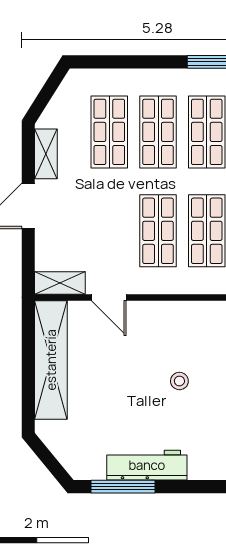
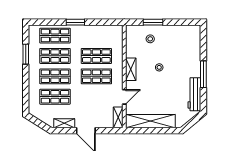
shelving: (175, 313) -> (131, 69), added
workbench: (147, 465) -> (194, 94), moved
window: (123, 487) -> (203, 74), moved

